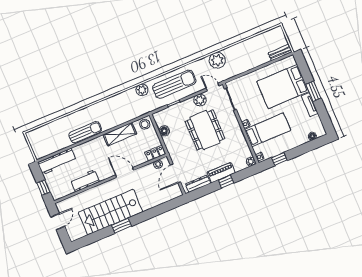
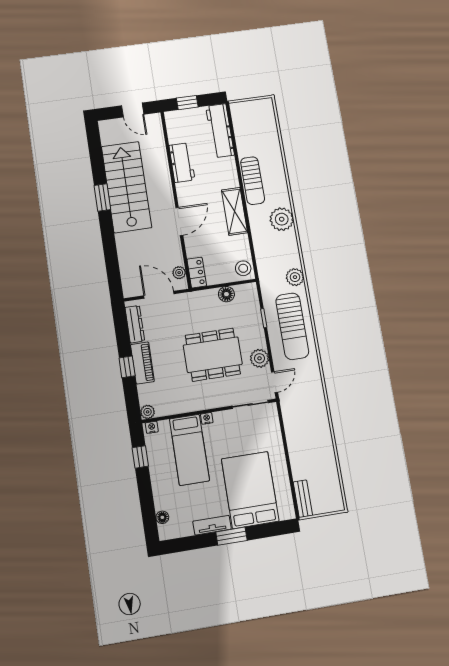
plant: (217, 60) -> (282, 219), moved
shelving: (120, 134) -> (234, 211), moved

